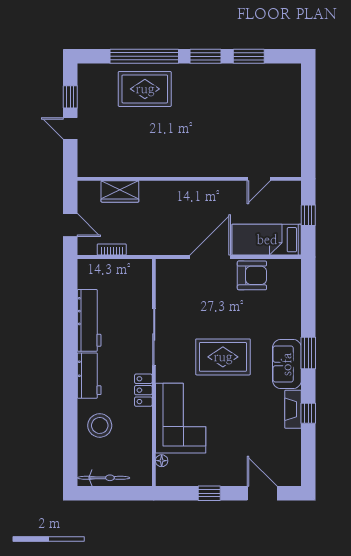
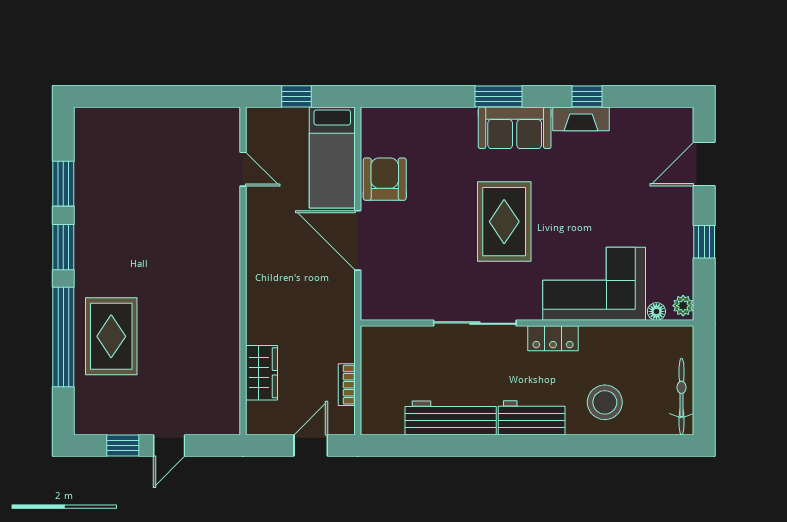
plant: (166, 479) -> (683, 306), added

